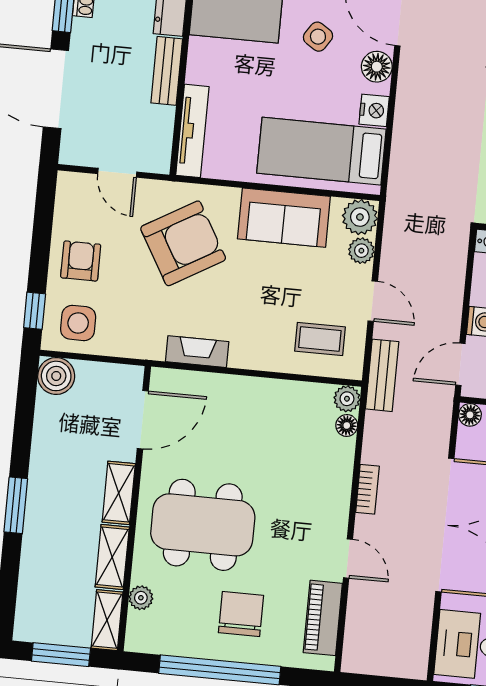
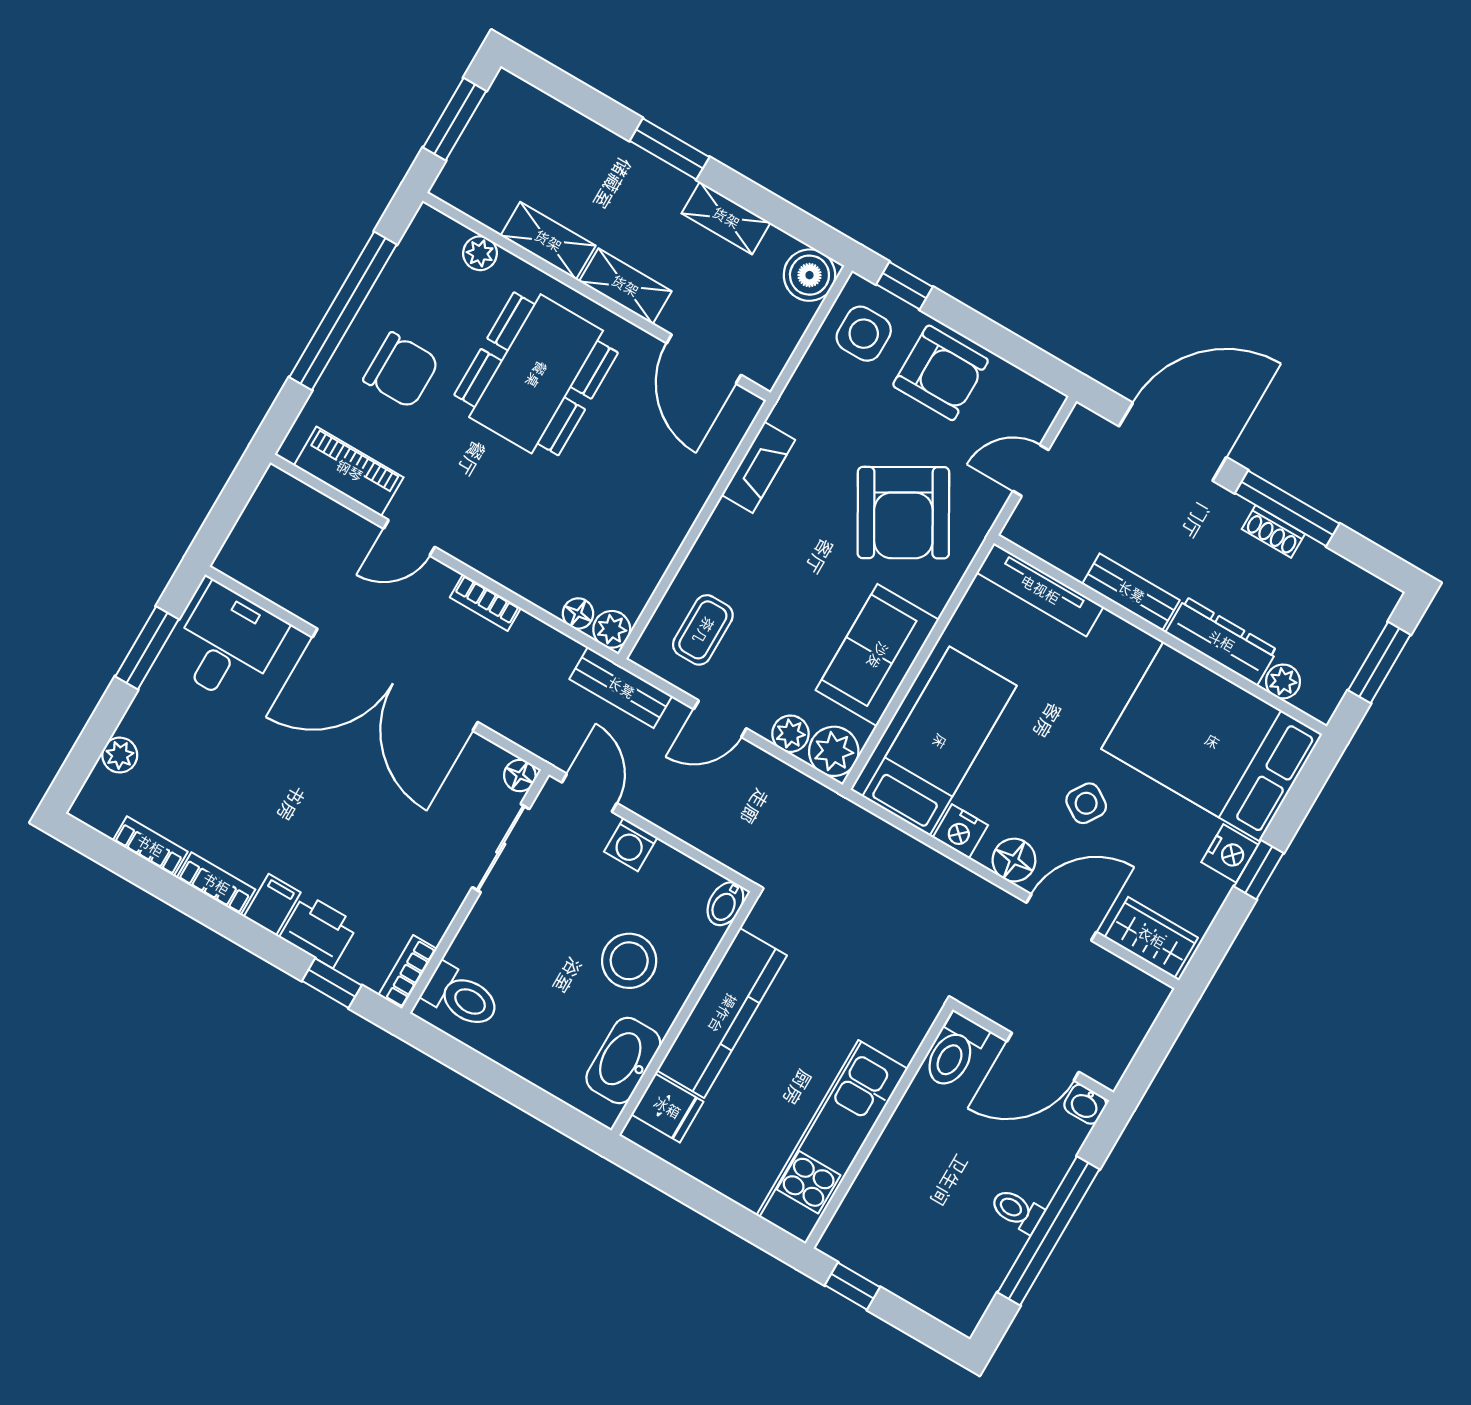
armchair: (81, 261) -> (941, 373), width x1.38, depth x1.38
shelving: (107, 620) -> (726, 218), moved

